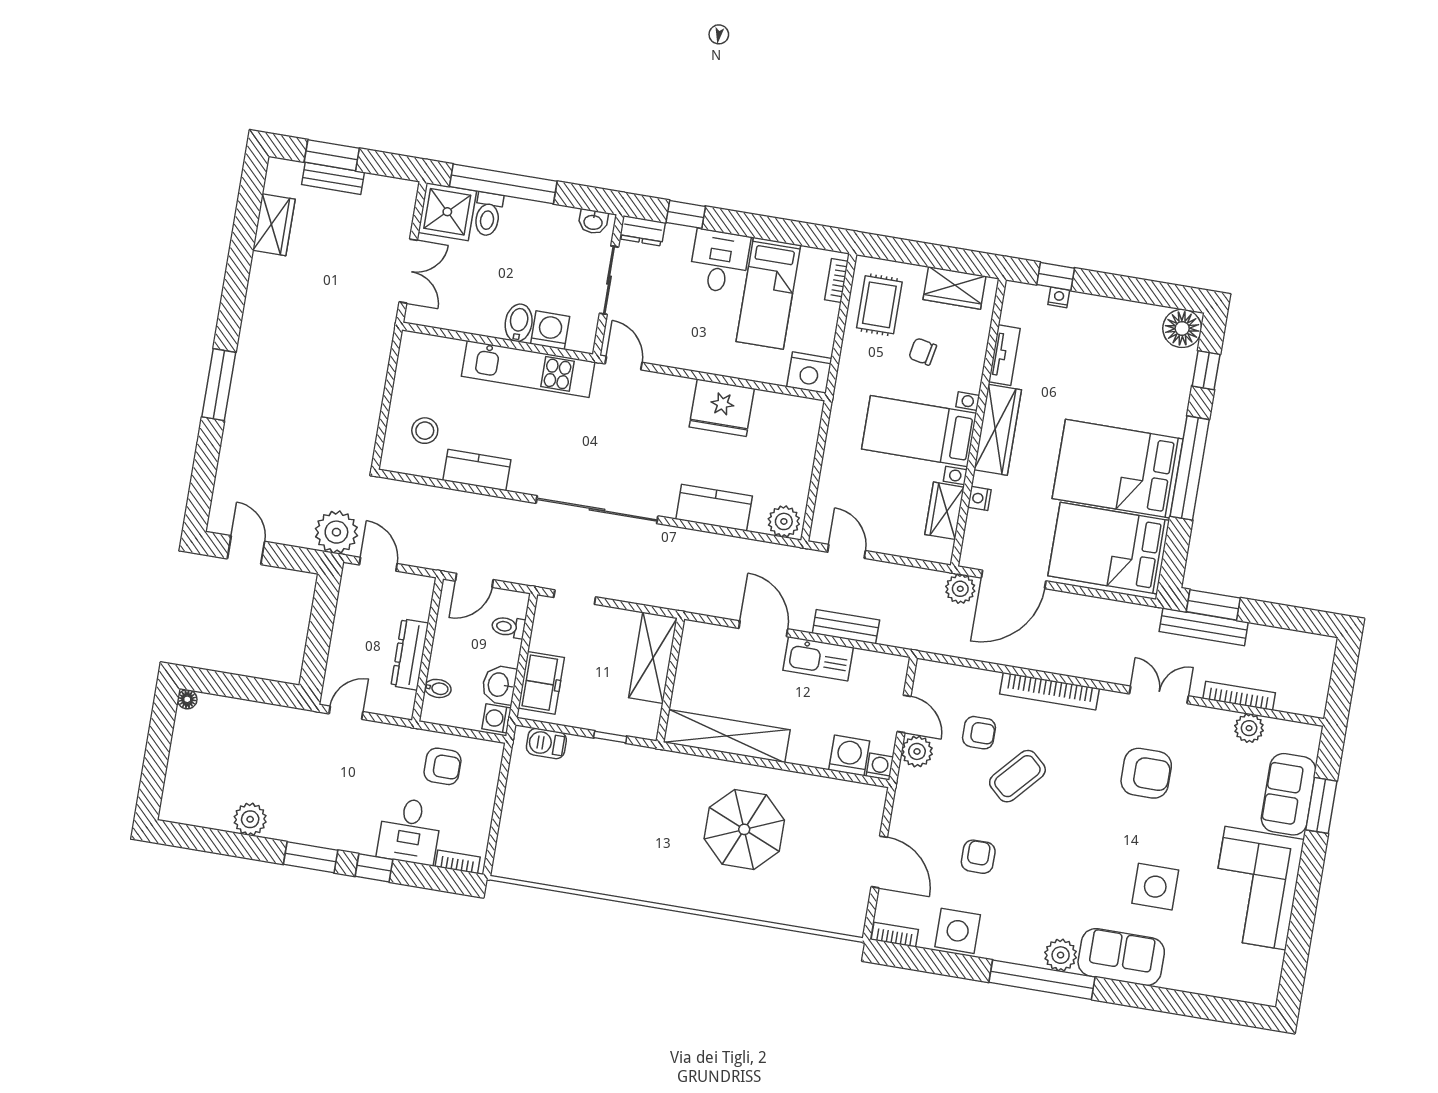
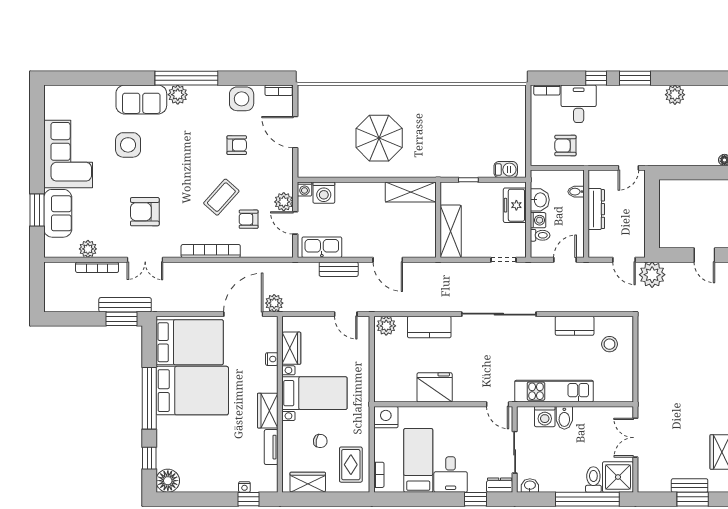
wardrobe: (998, 430) -> (268, 411), width x0.67
kitchen sink: (818, 659) -> (322, 247), moved
washing machine: (496, 718) -> (538, 220), moved
shelving: (727, 736) -> (411, 192), width x0.68
armchair: (978, 857) -> (237, 145), turned -90

